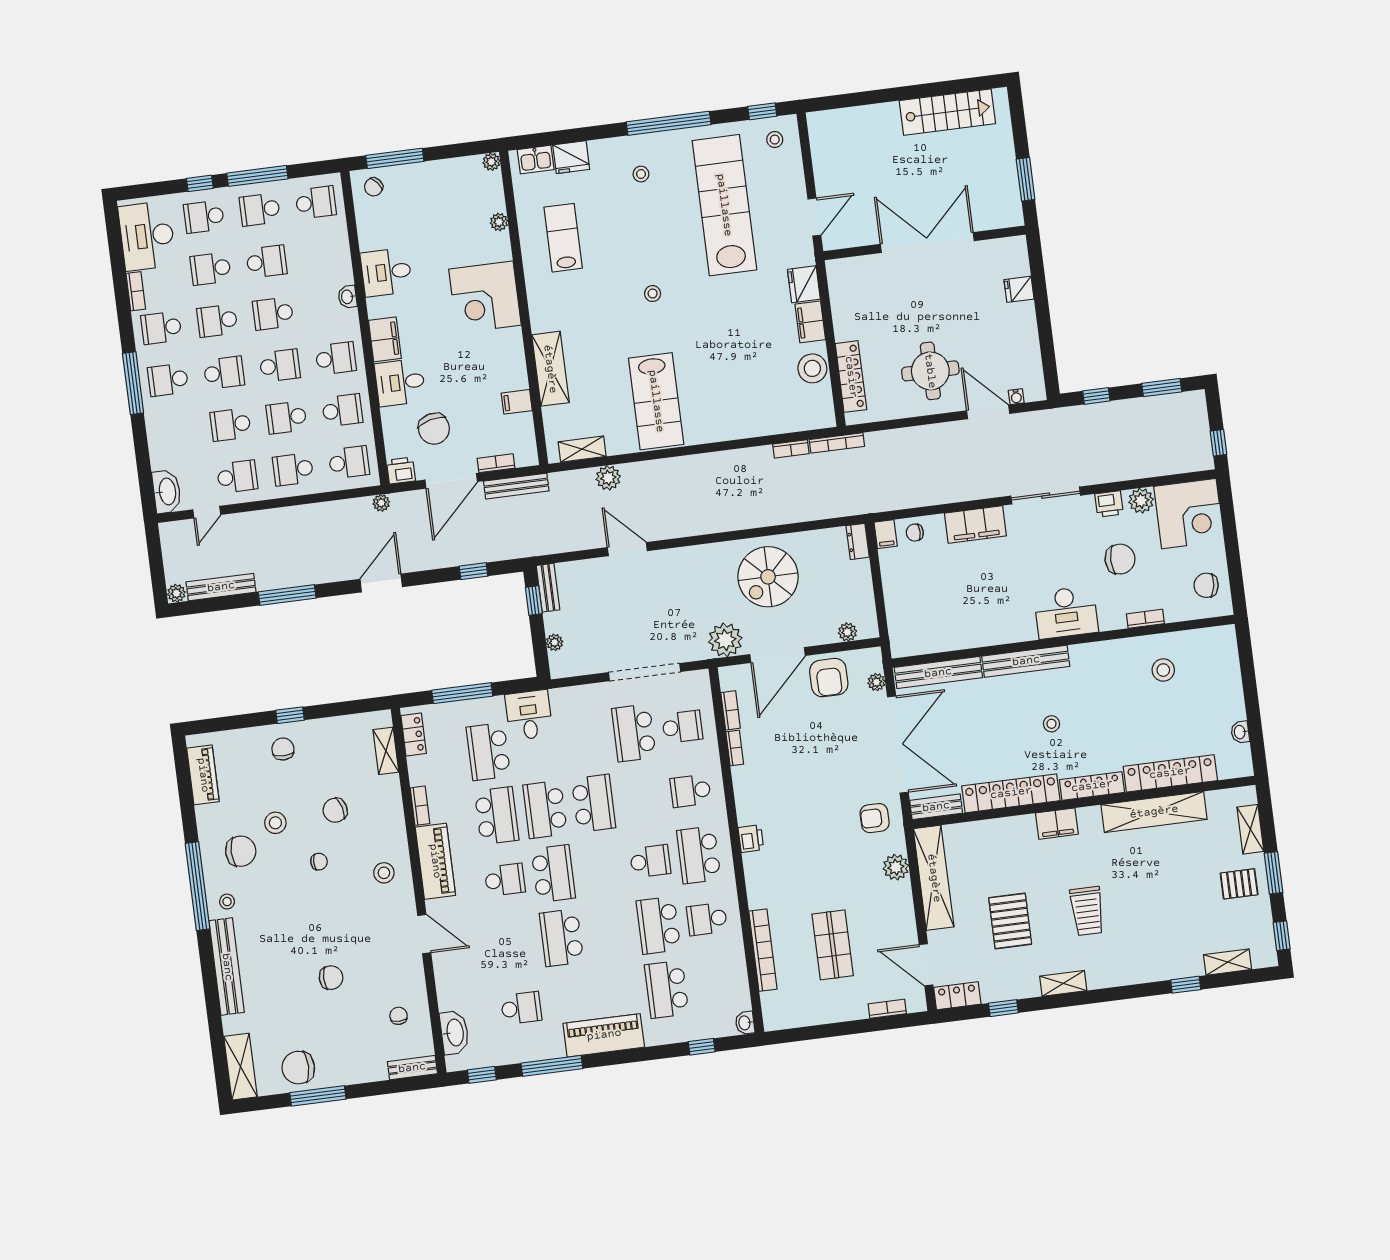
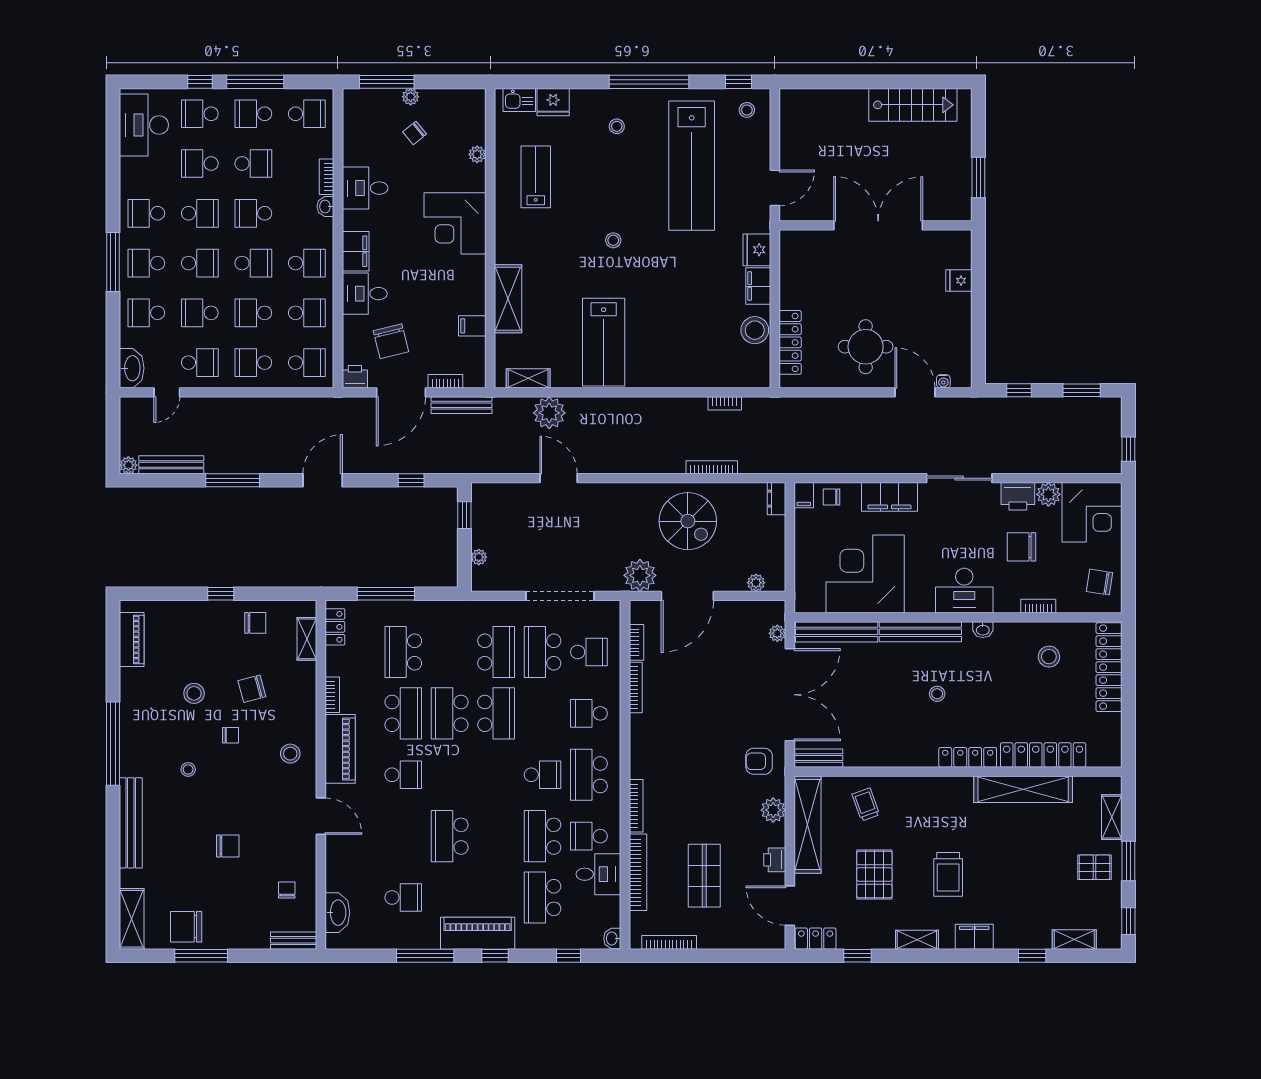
plant: (491, 162) -> (411, 97), moved
chair: (374, 187) -> (415, 133), moved
lab bench: (724, 205) -> (692, 166), turned 180
bookcase: (136, 291) -> (327, 177), moved, turned 180
school desk: (217, 321) -> (200, 213), turned 180
school desk: (175, 432) -> (146, 313), added
bookcase: (837, 443) -> (712, 467), moved, turned 180
plant: (608, 478) -> (549, 413), width x1.36, depth x1.36
plant: (381, 503) -> (332, 405), removed
printer: (1109, 504) -> (1018, 496), width x1.36, depth x1.24
chair: (1120, 559) -> (1022, 547), turned 180
spiral stairs: (768, 577) -> (688, 521), turned -90
bench: (548, 588) -> (479, 505), removed
corner desk: (960, 608) -> (865, 574), added
armchair: (829, 678) -> (733, 623), removed
desk: (529, 715) -> (598, 874), moved, turned 90
washbasin: (1240, 732) -> (983, 630), moved, turned -90
bookcase: (735, 748) -> (636, 687), width x1.56
chair: (283, 749) -> (255, 623), moved, turned 90
locker: (1011, 793) -> (1109, 667), moved, turned -90
filing cabinet: (1057, 824) -> (974, 937), moved, turned 180
printer: (751, 839) -> (775, 860), moved, turned 180
trolley: (992, 849) -> (866, 805), added
chair: (241, 851) -> (158, 716), removed
school desk: (553, 874) -> (496, 652), moved
bookcase: (752, 881) -> (636, 806), added
stool: (227, 902) -> (188, 769), moved
bookcase: (887, 1009) -> (669, 942), moved, width x1.56
window: (482, 1075) -> (495, 956), moved

